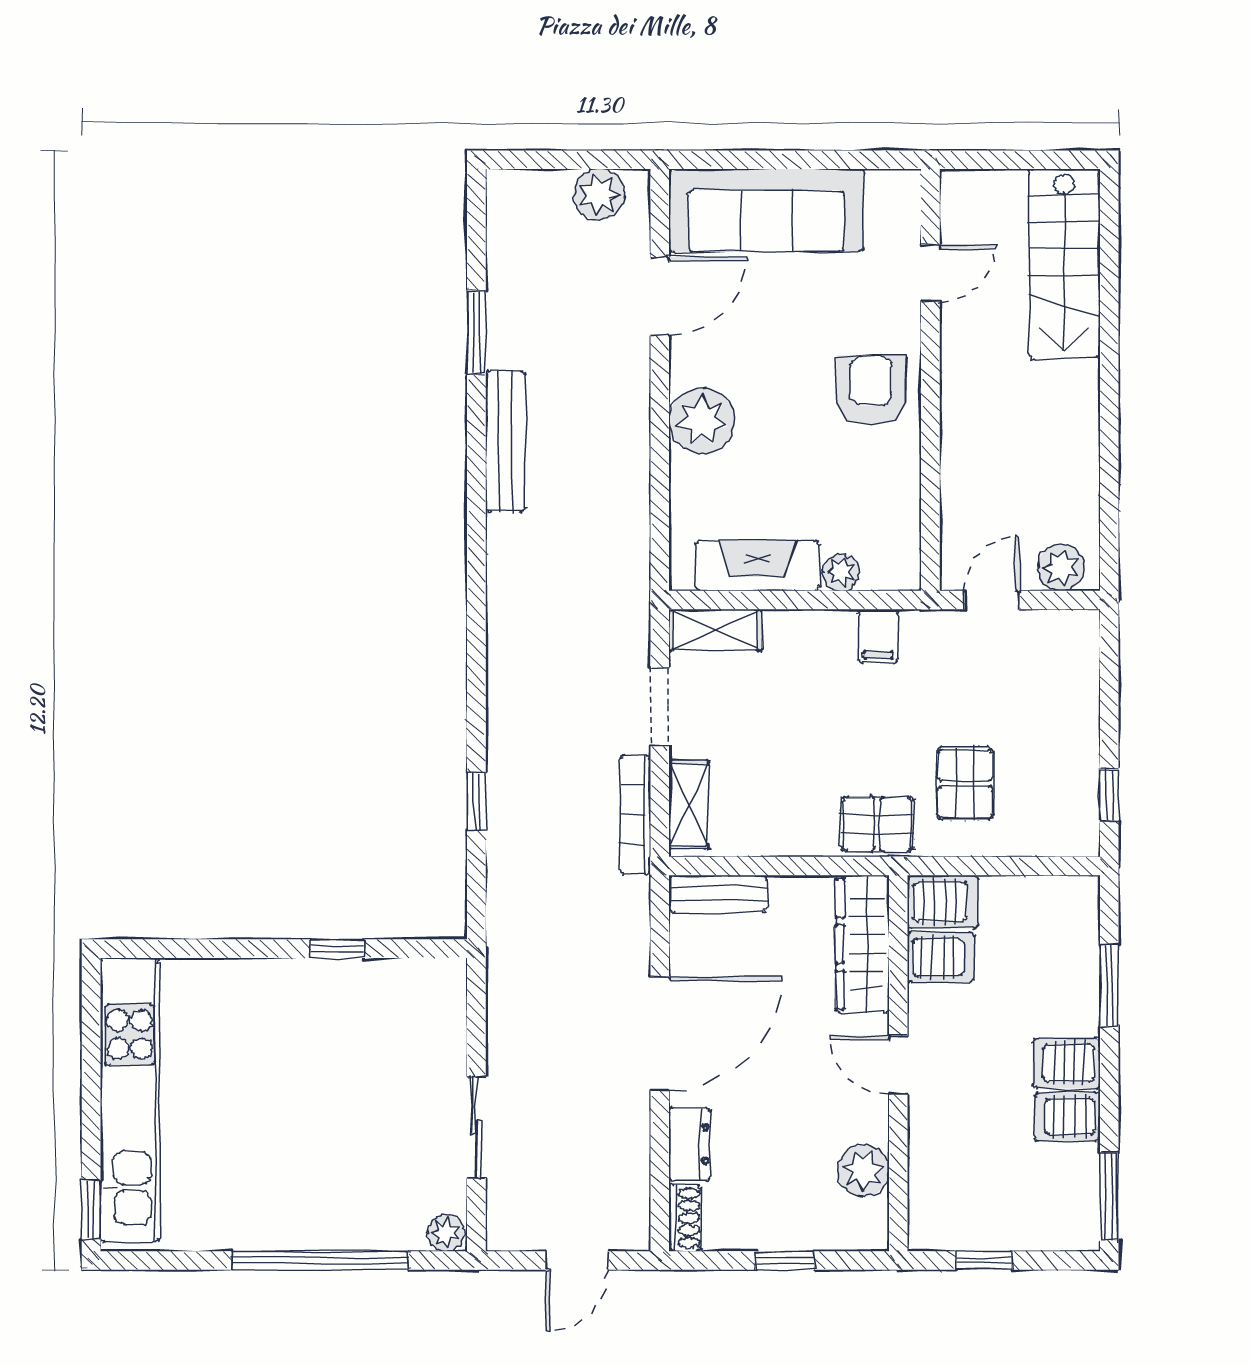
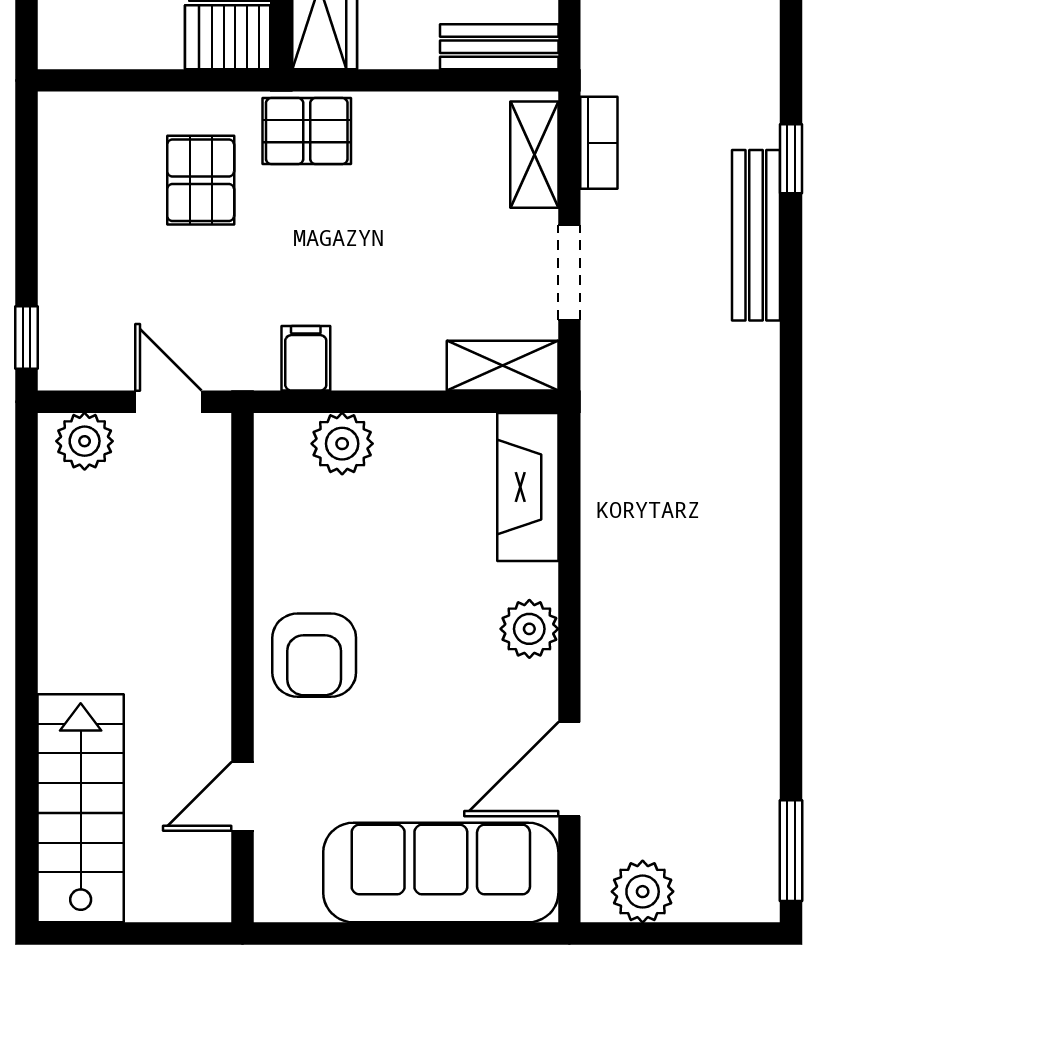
window: (476, 332) -> (791, 851), moved
plant: (702, 421) -> (529, 629), width x0.73, depth x0.73
bench: (505, 442) -> (756, 235), moved
fireplace: (757, 566) -> (528, 487), moved, turned 90
plant: (841, 572) -> (342, 444), width x1.38, depth x1.38
door: (992, 600) -> (168, 402), swing flipped
window: (1109, 795) -> (26, 337), moved
bookcase: (635, 814) -> (599, 143), width x0.64

